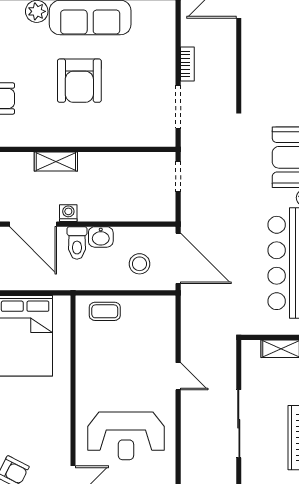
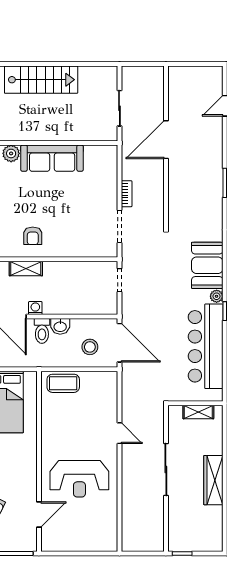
armchair: (79, 81) -> (33, 236), moved, width x0.53, depth x0.53
coffee table: (105, 311) -> (63, 383), width x1.36, depth x1.30

